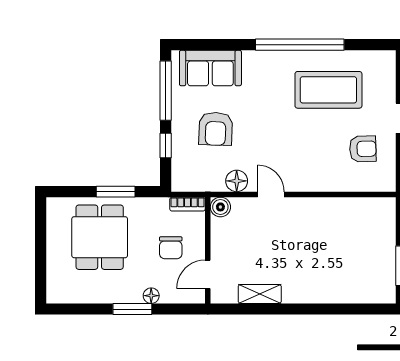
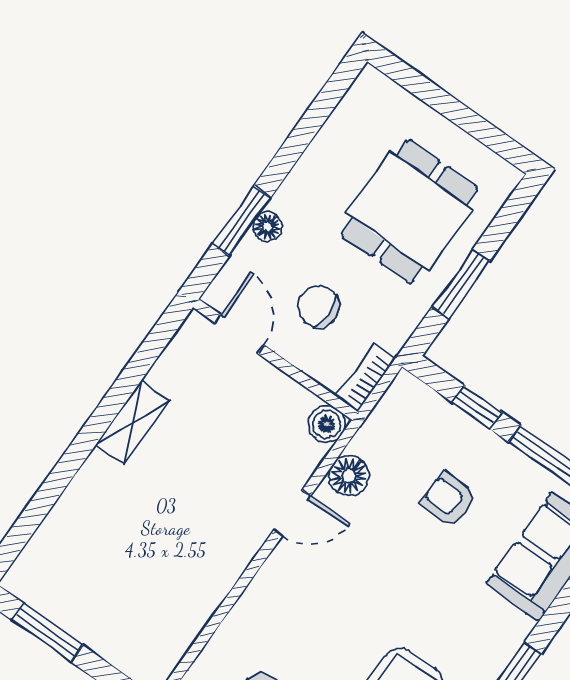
armchair: (216, 129) -> (449, 500), width x0.72, depth x0.72
dining table: (100, 237) -> (410, 211), turned 90
shelving: (260, 294) -> (133, 422), moved
window: (132, 309) -> (242, 221), moved

